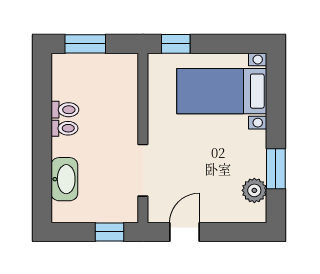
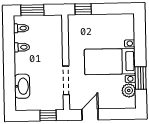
bed with nightstands: (222, 91) -> (110, 62), moved
toilet: (64, 128) -> (21, 28), moved

